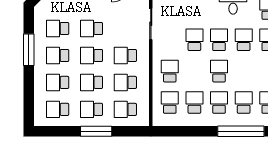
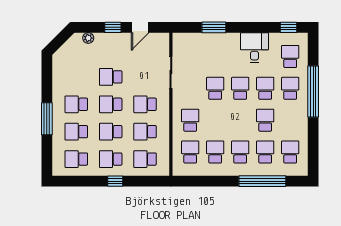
school desk: (58, 29) -> (76, 77), removed
window: (29, 50) -> (47, 119), moved
school desk: (219, 71) -> (265, 120), moved
window: (96, 131) -> (115, 181), width x0.46

